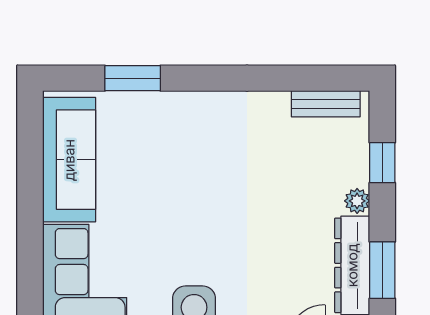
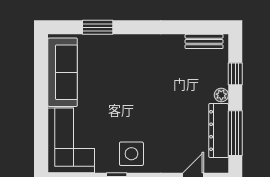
window: (382, 270) -> (235, 133), width x1.44

